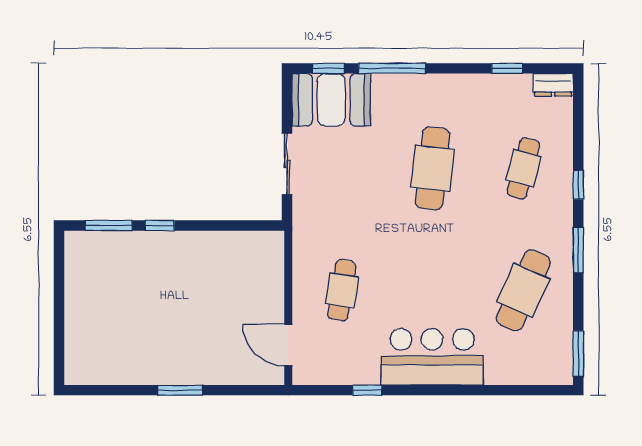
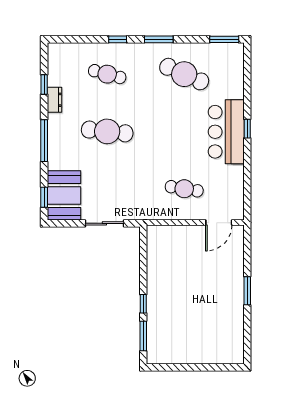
window: (392, 68) -> (44, 141), moved
dresser: (553, 85) -> (54, 100), moved
window: (367, 390) -> (247, 129), moved

